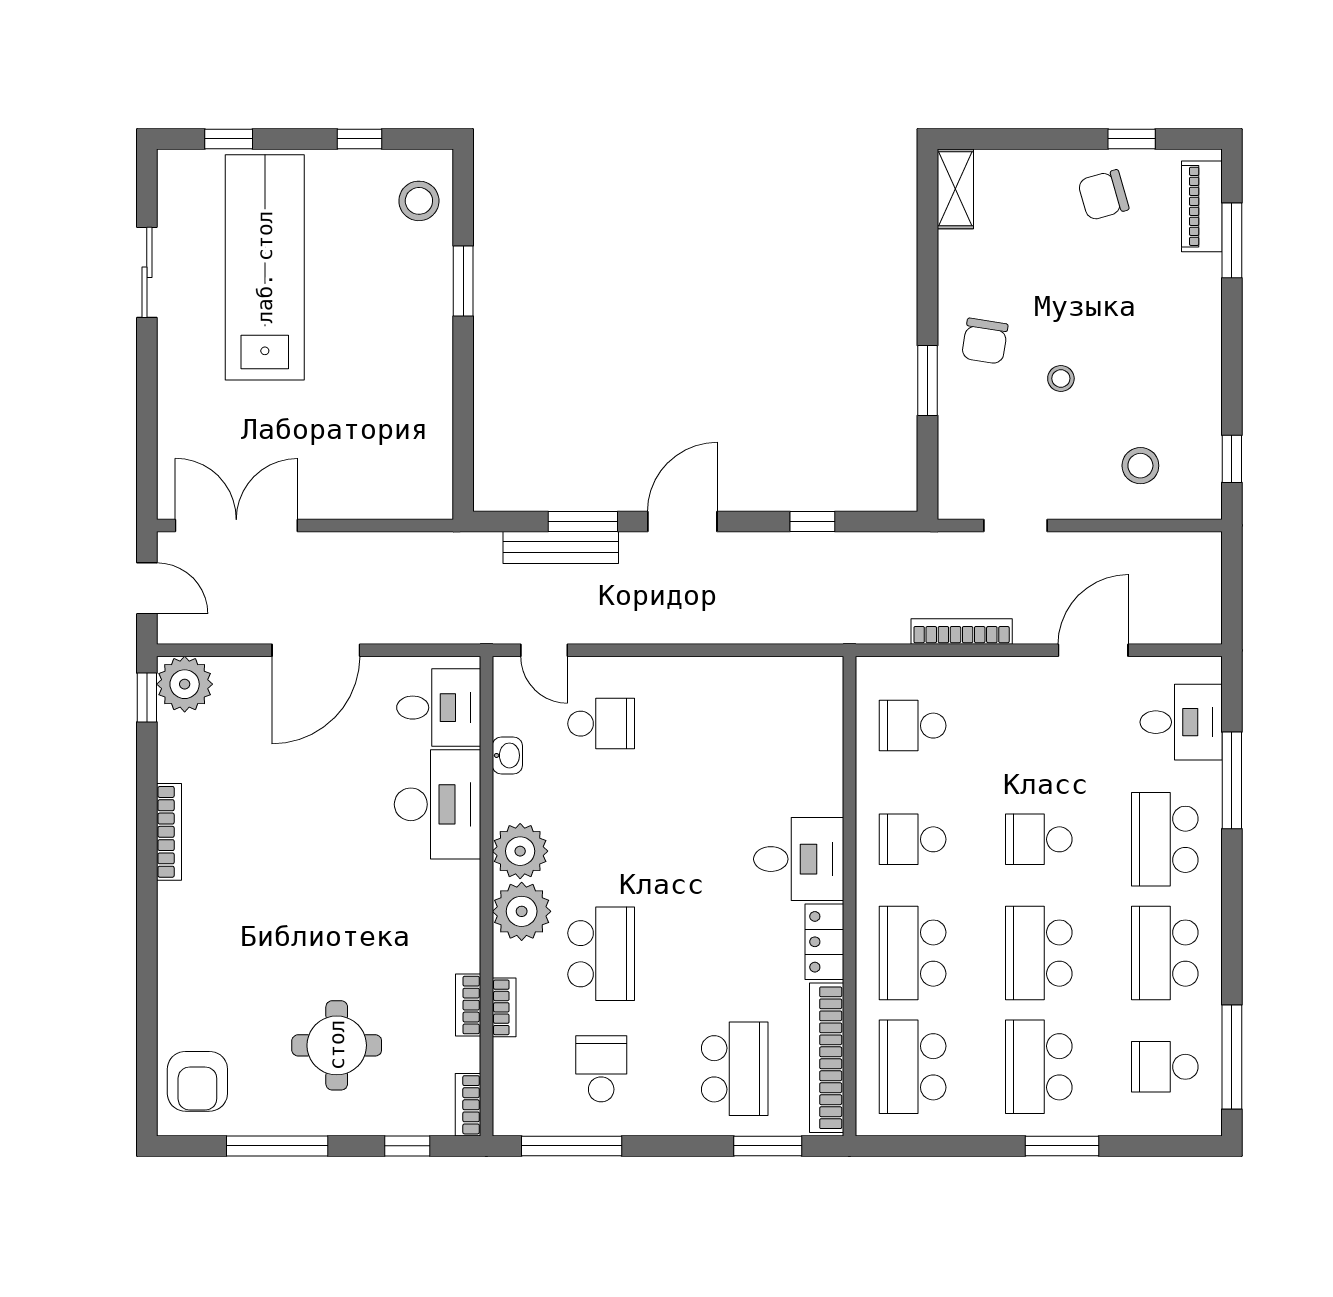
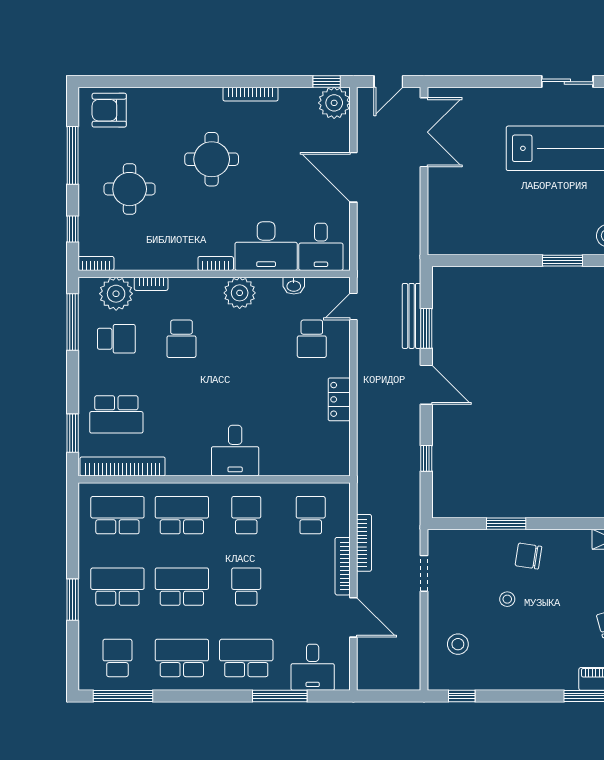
bookcase: (1003, 669) -> (343, 566), added
round table: (284, 901) -> (212, 159), added
plant: (522, 911) -> (116, 294), moved
locker: (824, 942) -> (339, 399), moved, turned -90
school desk: (601, 954) -> (181, 339), width x0.54
bookcase: (468, 1005) -> (216, 263), moved

